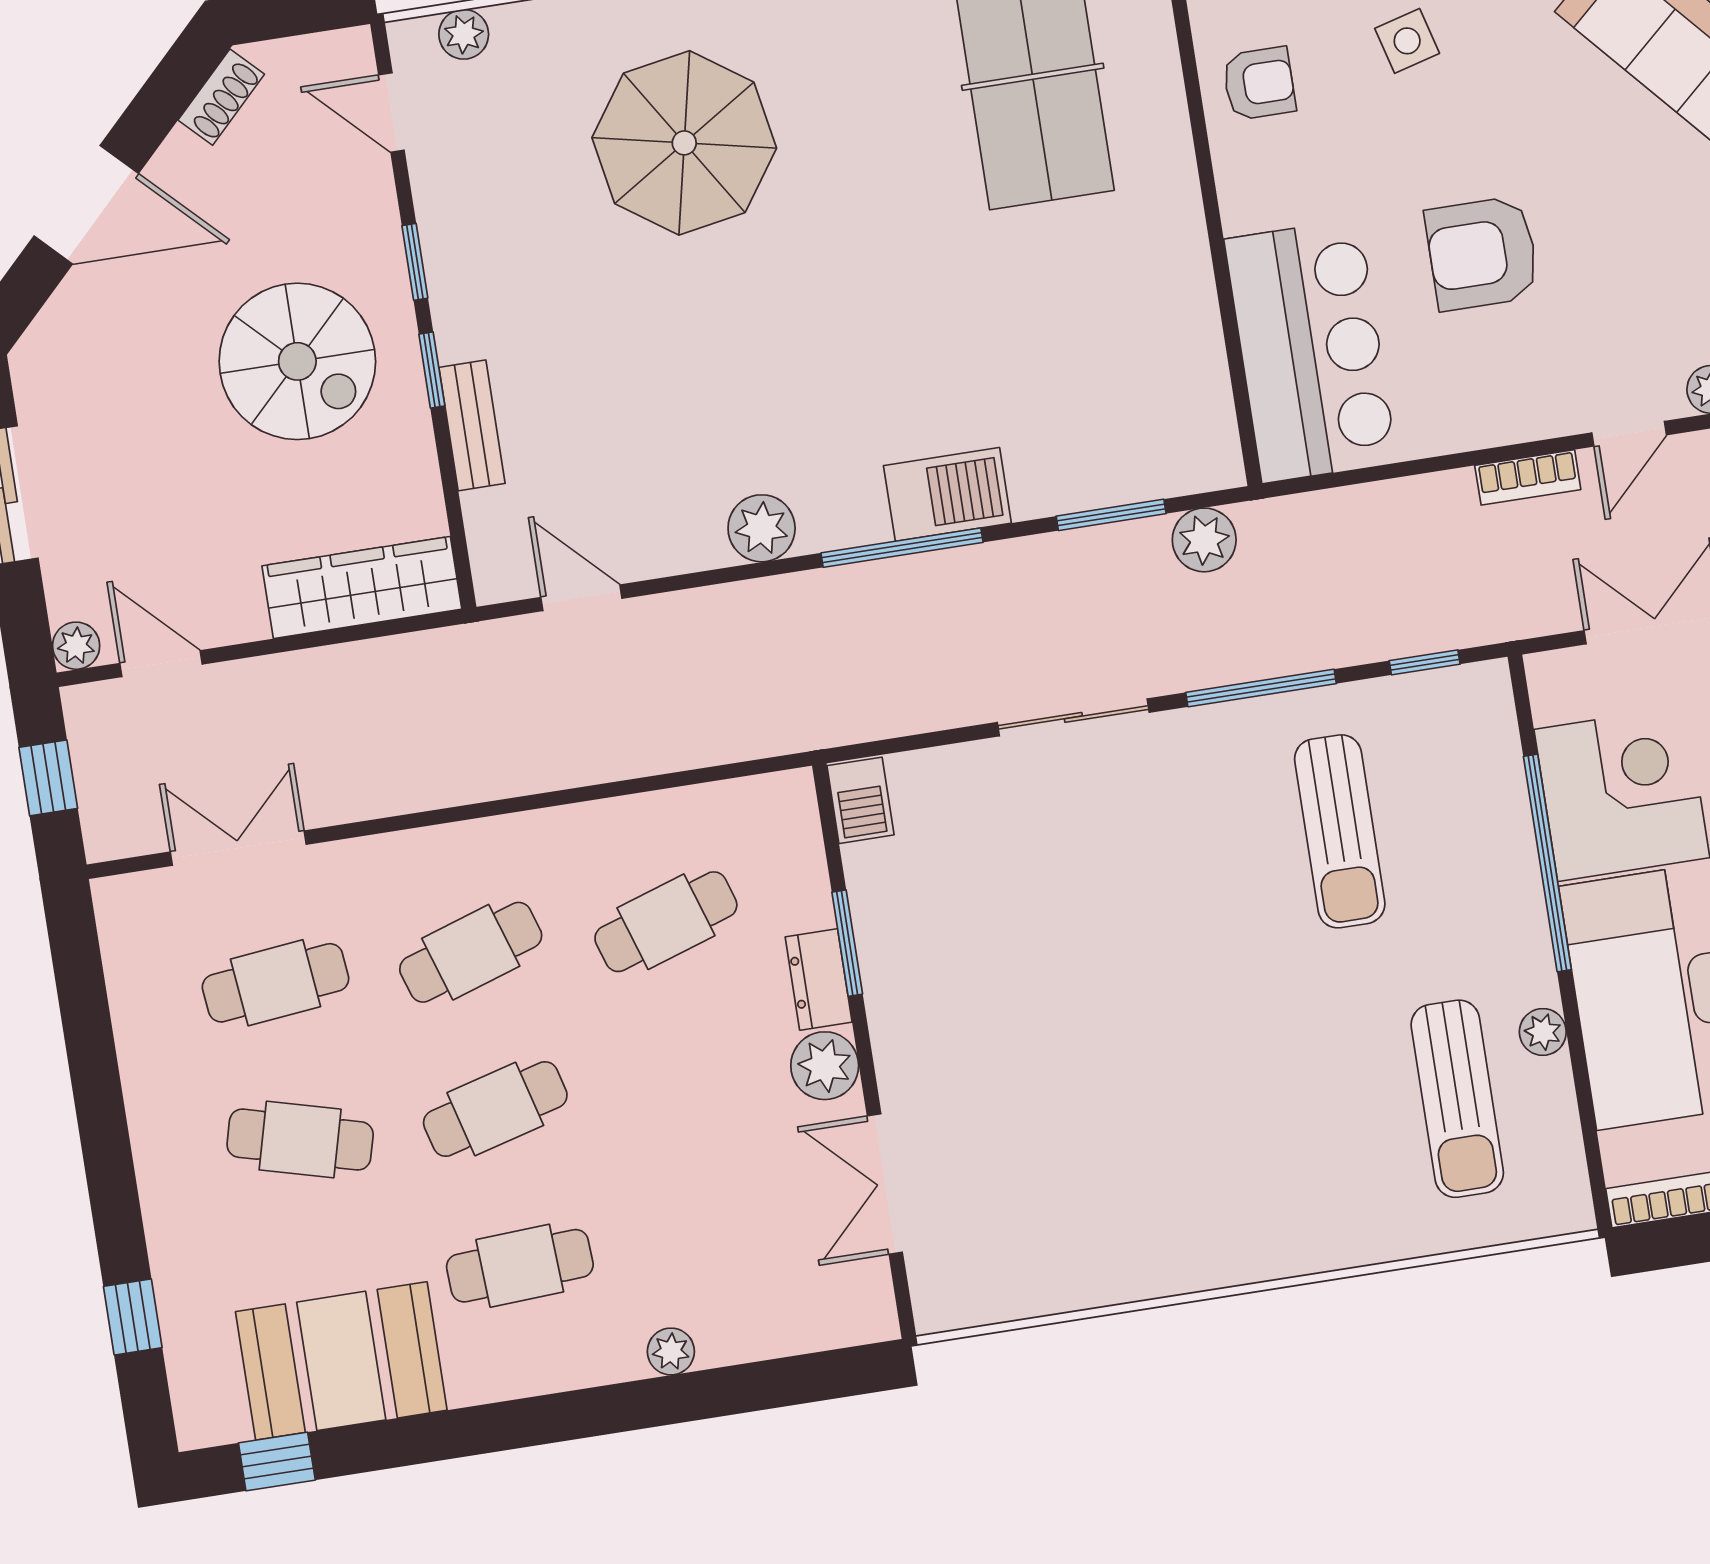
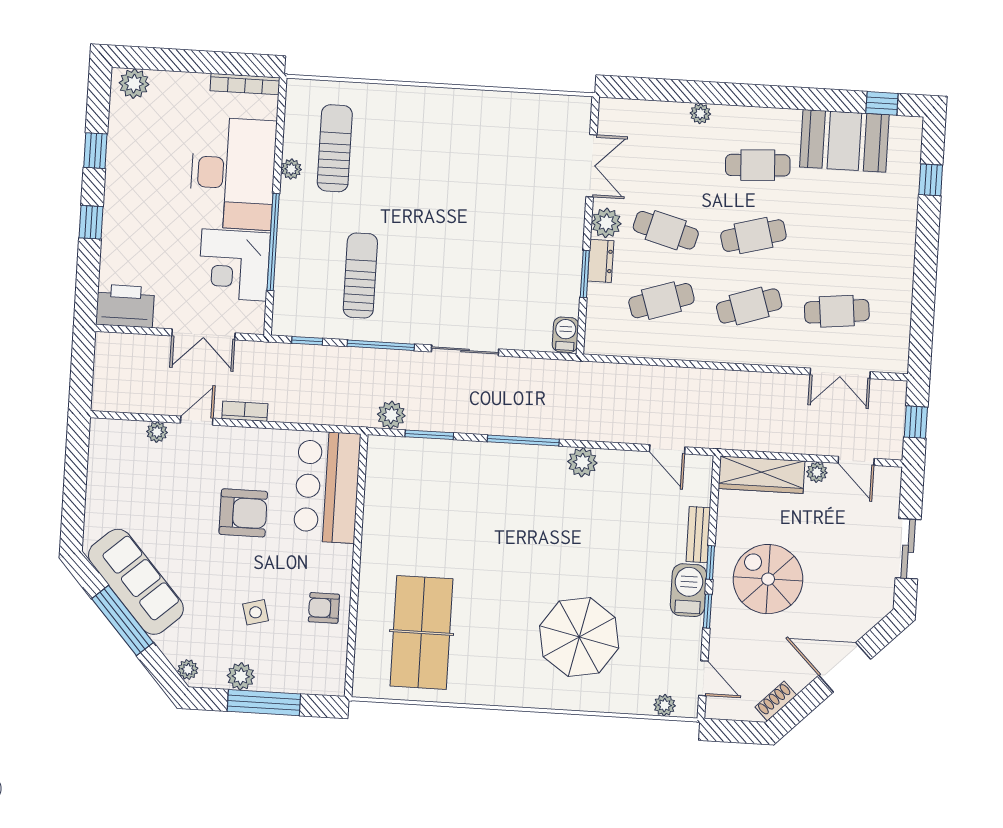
barbecue: (947, 494) -> (688, 590), moved, turned 90
plant: (76, 646) -> (817, 472), moved
cafe table: (300, 1140) -> (666, 230), moved

